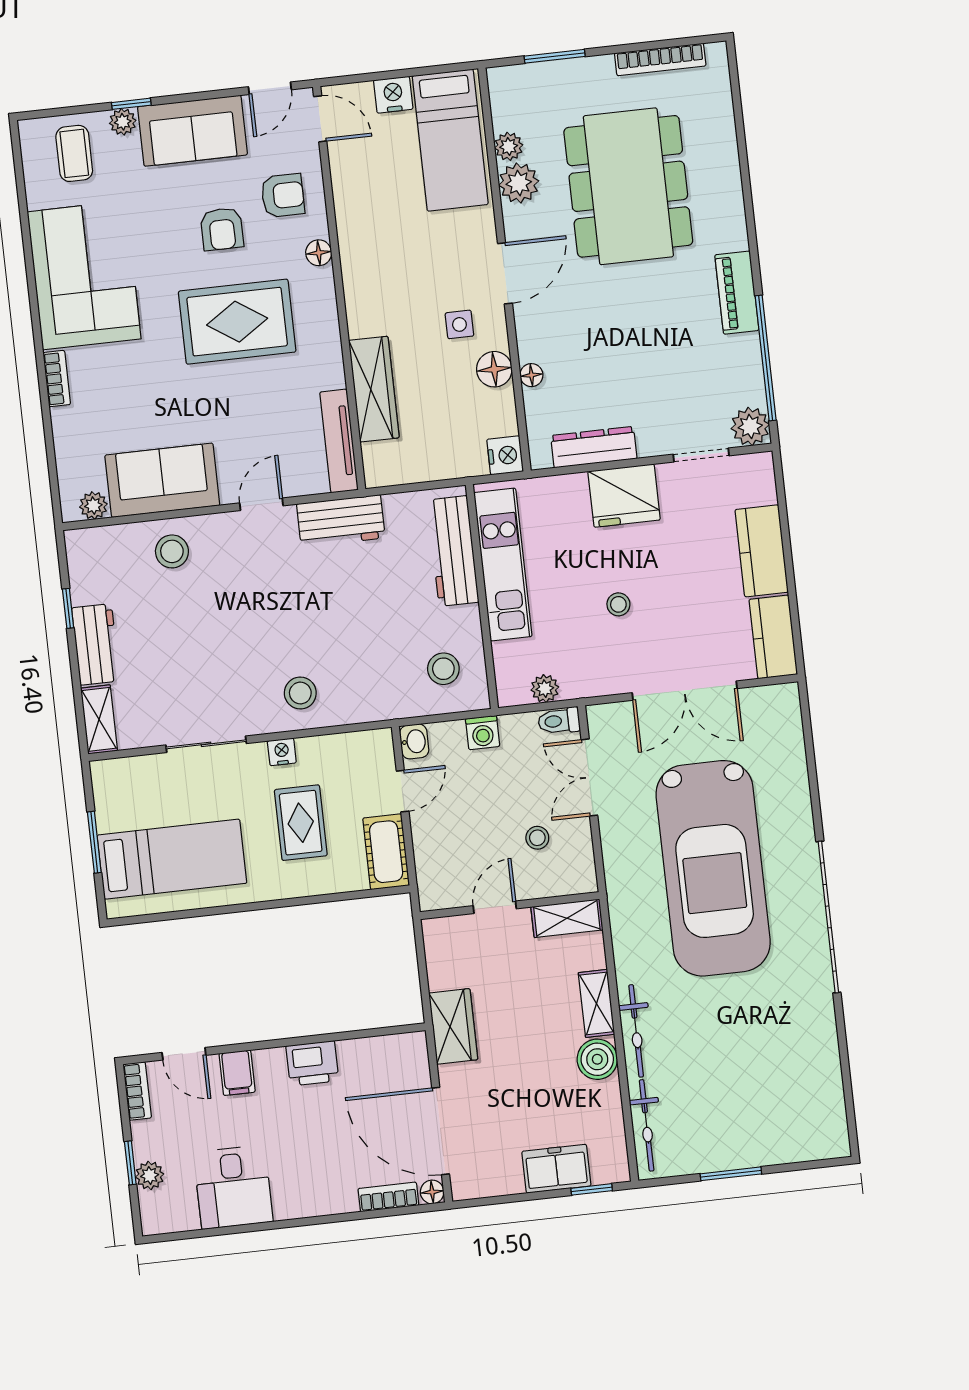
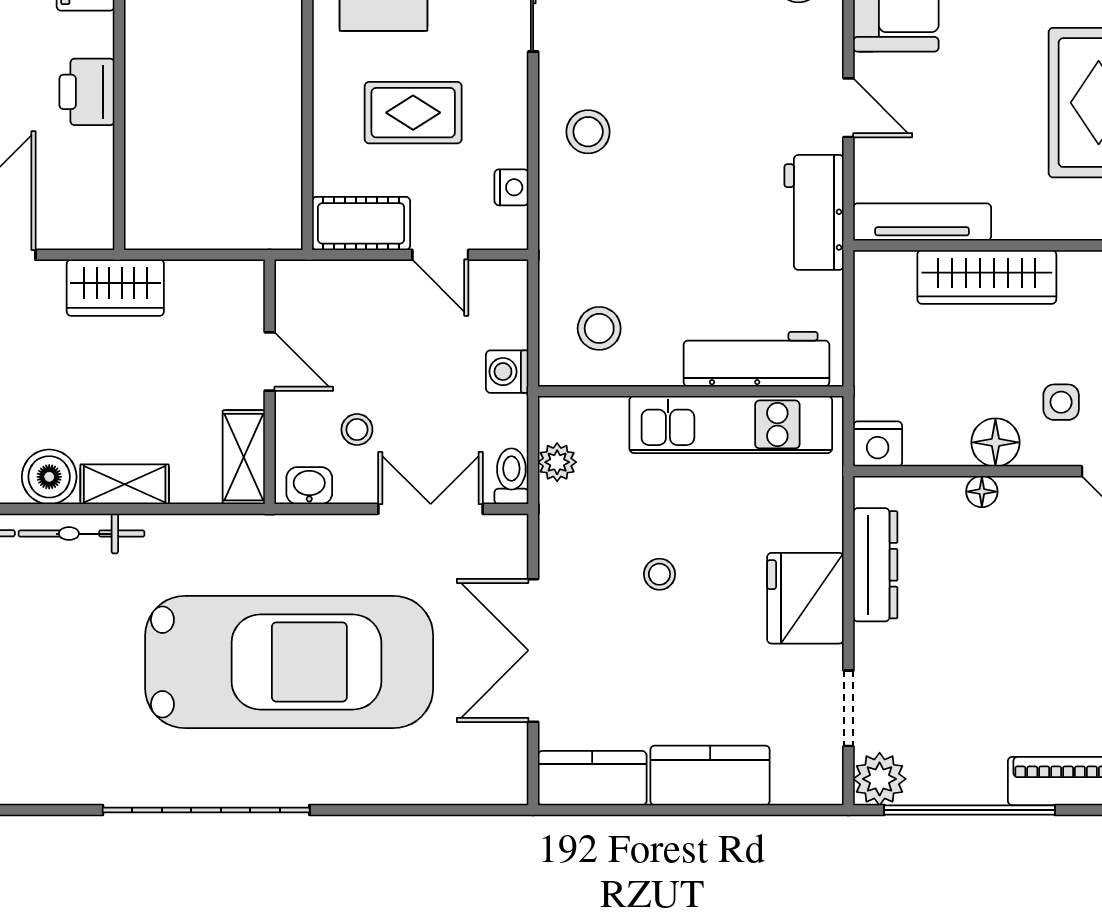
washbasin: (414, 741) -> (309, 486), moved, turned 180
nightstand: (282, 752) -> (511, 187), moved
car: (713, 868) -> (289, 662), turned 180

